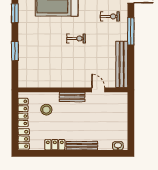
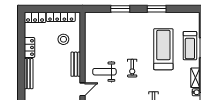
weight bench: (80, 67) -> (104, 72), added

